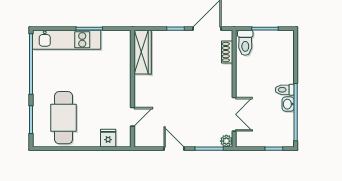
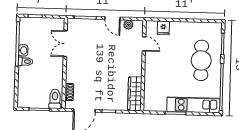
door: (133, 117) -> (144, 44), swing flipped
cafe table: (64, 118) -> (201, 60), moved
plant: (226, 141) -> (128, 25), moved

